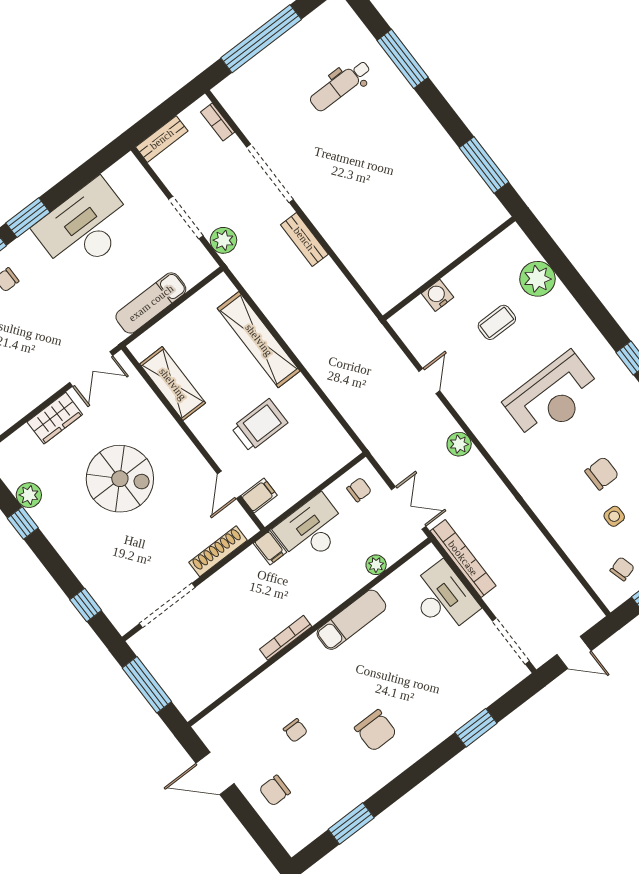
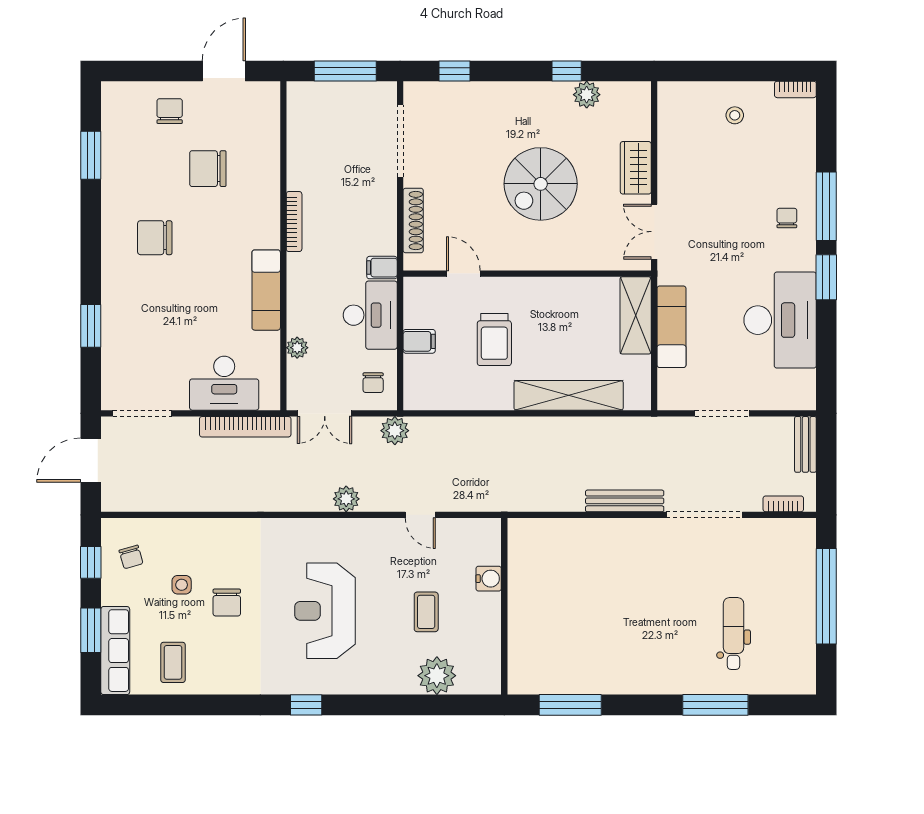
bench: (304, 239) -> (625, 501), width x1.36
plant: (223, 240) -> (395, 431), moved
shelving: (173, 384) -> (636, 315), moved, turned 90
filing cabinet: (259, 495) -> (419, 341), moved, turned -90
door: (574, 653) -> (91, 460), width x1.38
chair: (295, 730) -> (208, 169), width x1.87, depth x1.87

